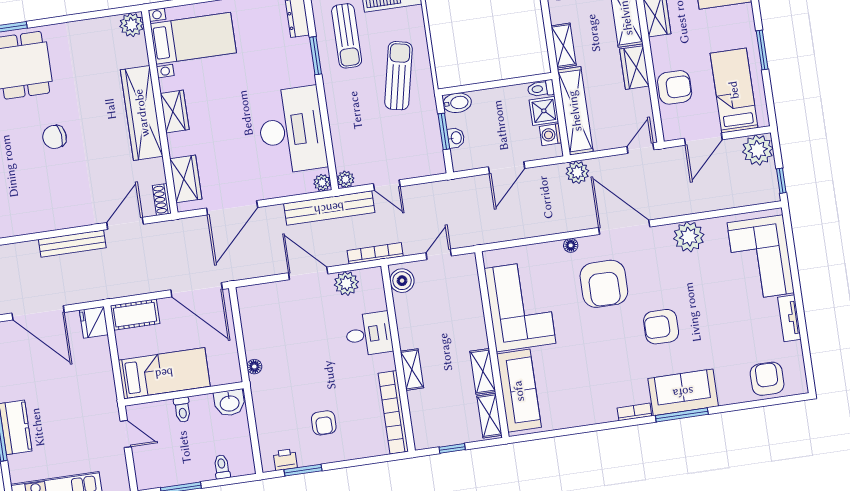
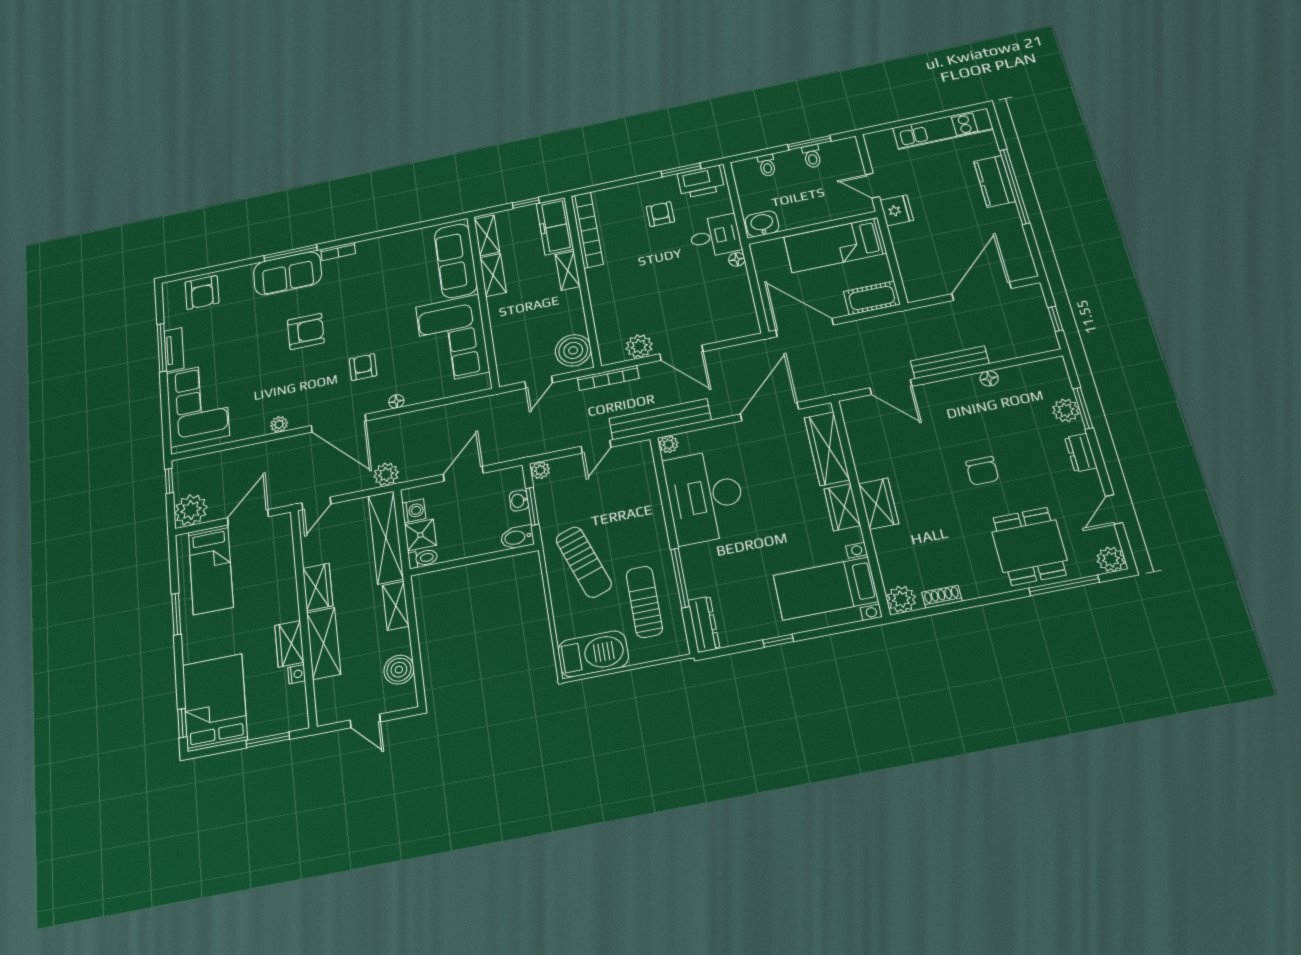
window: (316, 56) -> (680, 578), width x1.44
sun lounger: (398, 76) -> (584, 562), turned -31
armchair: (675, 87) -> (275, 569), removed
wardrobe: (142, 113) -> (879, 504), width x0.48, depth x0.85
chair: (54, 137) -> (982, 471), turned 97
wardrobe: (186, 179) -> (827, 449), width x1.50
plant: (346, 179) -> (540, 470), moved
door: (387, 185) -> (596, 447), swing flipped
shoe rack: (162, 199) -> (942, 597), moved, turned -90
door: (125, 223) -> (891, 387), hinge flipped
floor lamp: (40, 225) -> (989, 378), added
plant: (689, 237) -> (279, 424), width x0.53, depth x0.53
boiler: (402, 281) -> (573, 350), width x1.37, depth x1.37
armchair: (604, 284) -> (363, 367), width x0.53, depth x0.53
door: (38, 313) -> (981, 291), hinge flipped
window: (802, 321) -> (162, 348), added
fridge: (94, 322) -> (897, 210), moved
desk: (369, 334) -> (715, 236), moved, turned 180
toilet: (182, 410) -> (812, 156), moved, turned 180
freezer: (424, 419) -> (555, 226), added
printer: (285, 460) -> (701, 182), width x1.87, depth x1.48

